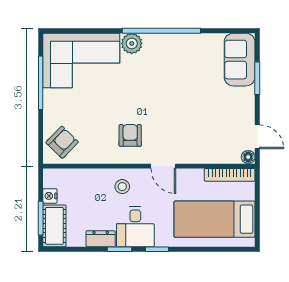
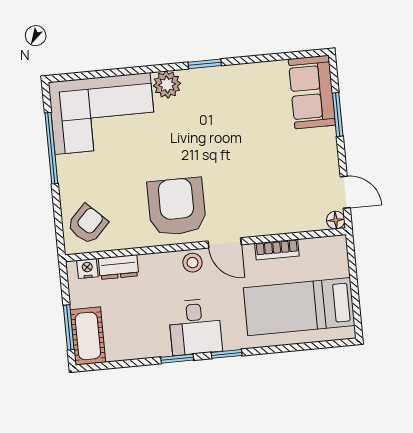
window: (161, 31) -> (205, 64), width x0.32
armchair: (130, 135) -> (177, 207), width x1.88, depth x1.88
bookcase: (230, 175) -> (277, 250), moved, width x0.64
stool: (122, 187) -> (192, 263), moved
nightstand: (50, 196) -> (87, 269), moved, turned 90
dresser: (101, 239) -> (118, 267), moved, turned 180

